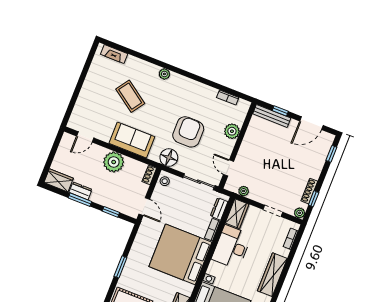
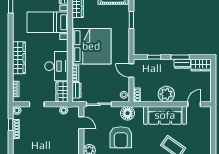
sofa: (132, 140) -> (165, 115), width x1.36

